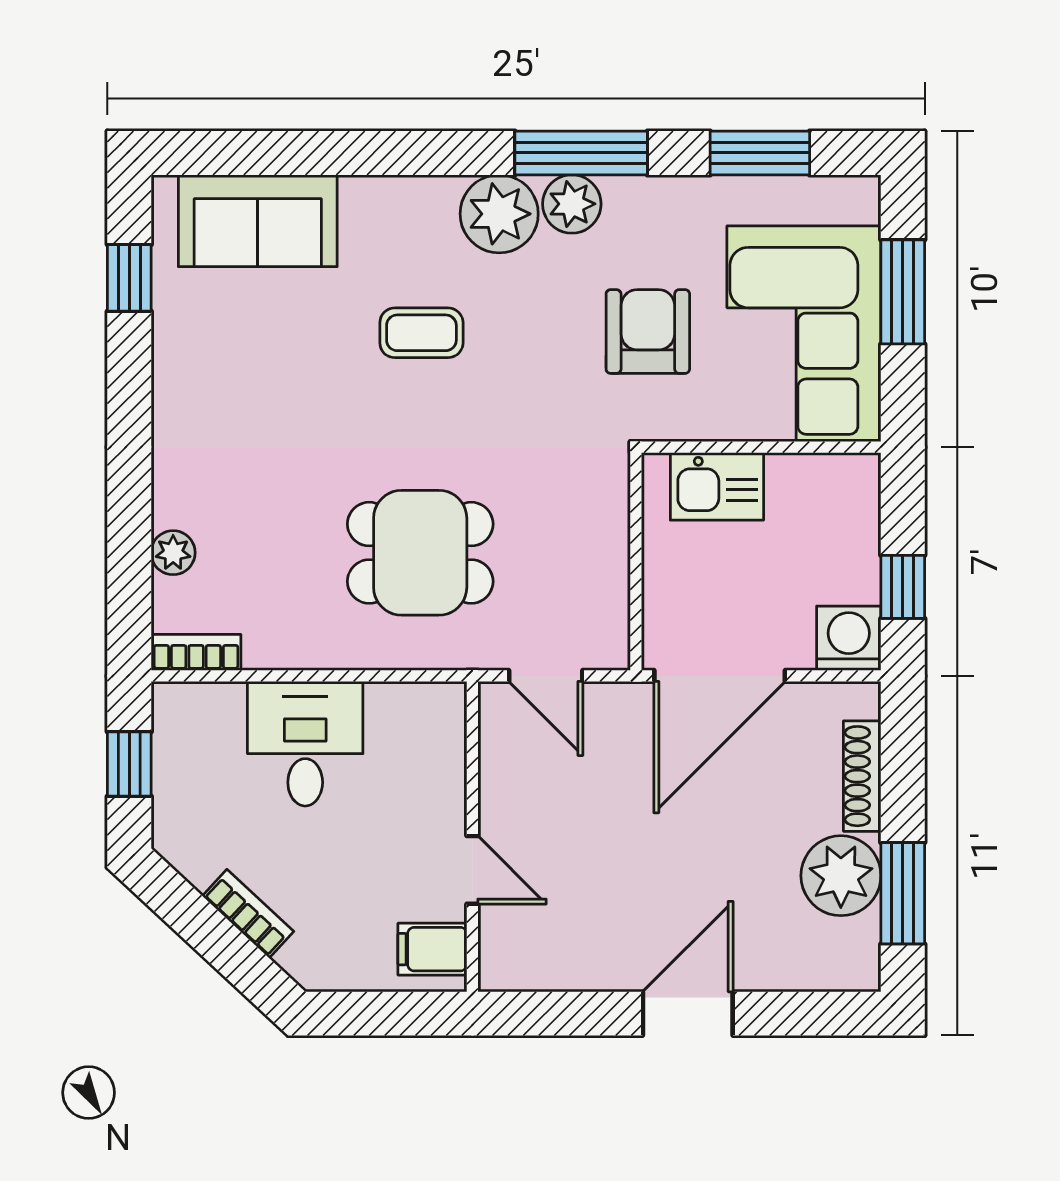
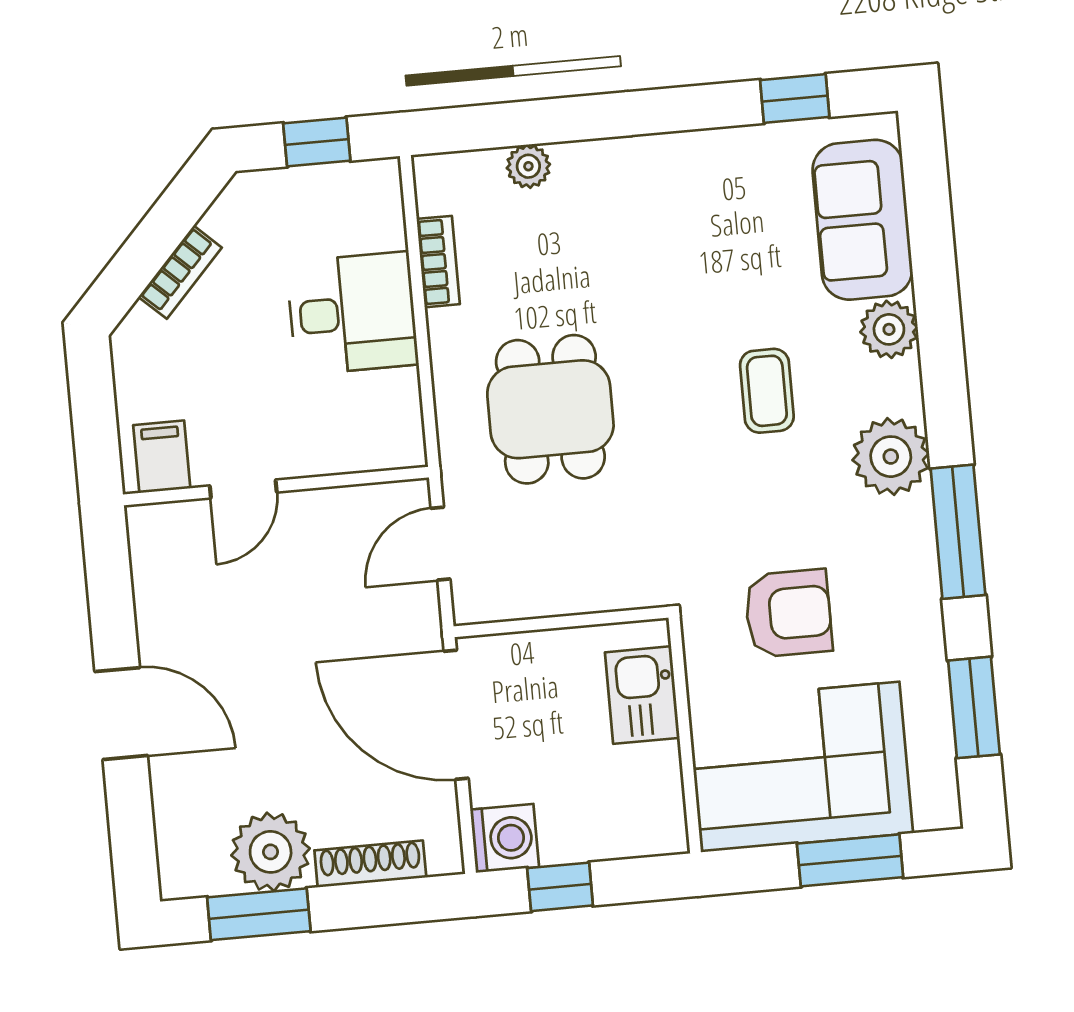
plant: (572, 204) -> (889, 329), moved
bookcase: (196, 652) -> (438, 262), moved

